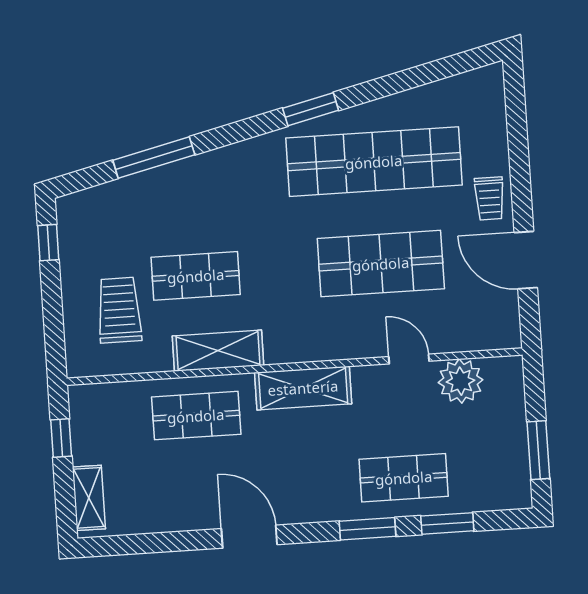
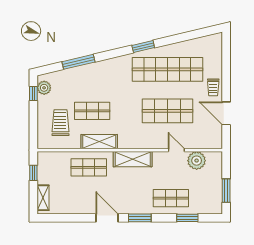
plant: (73, 227) -> (44, 88), added
window: (368, 529) -> (140, 218), moved

